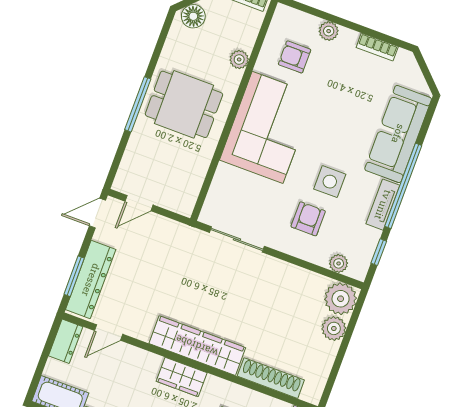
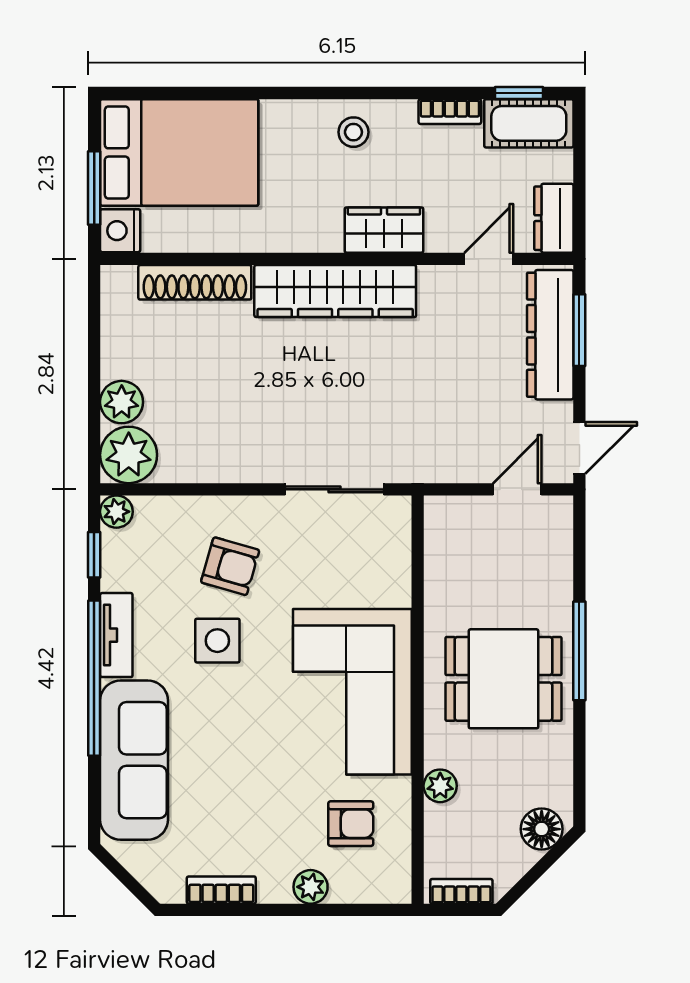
armchair: (308, 219) -> (230, 566), turned -74
plant: (339, 263) -> (116, 512), moved
wardrobe: (182, 377) -> (384, 230), moved

